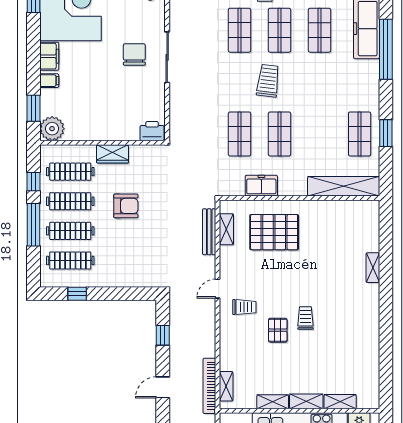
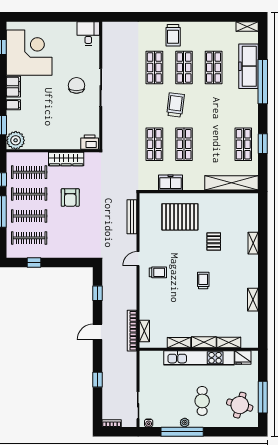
wardrobe: (112, 154) -> (66, 159), width x1.50
armchair: (126, 206) -> (70, 198), turned 90
shelving: (226, 229) -> (253, 300), moved
pallet: (278, 330) -> (214, 241), moved

